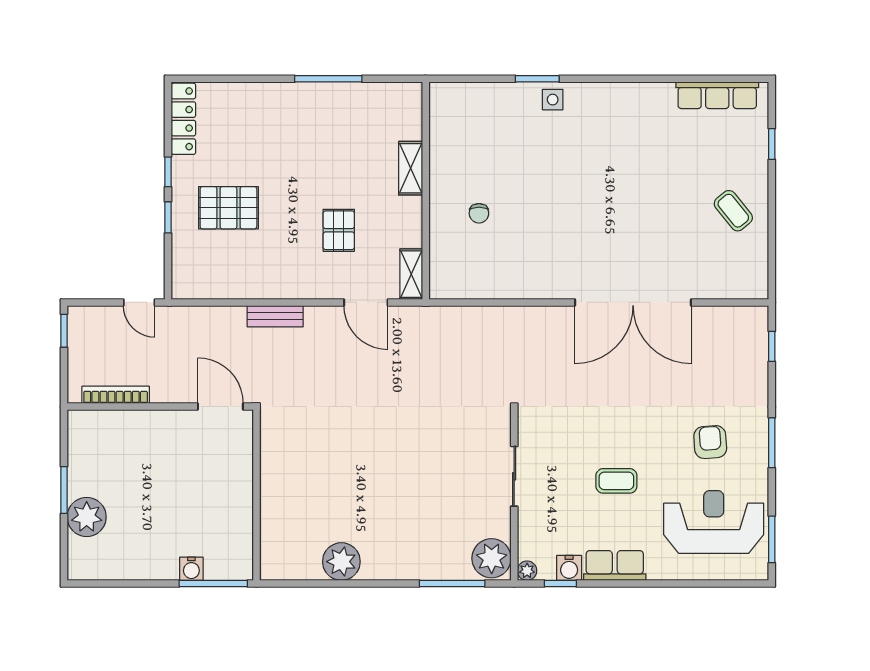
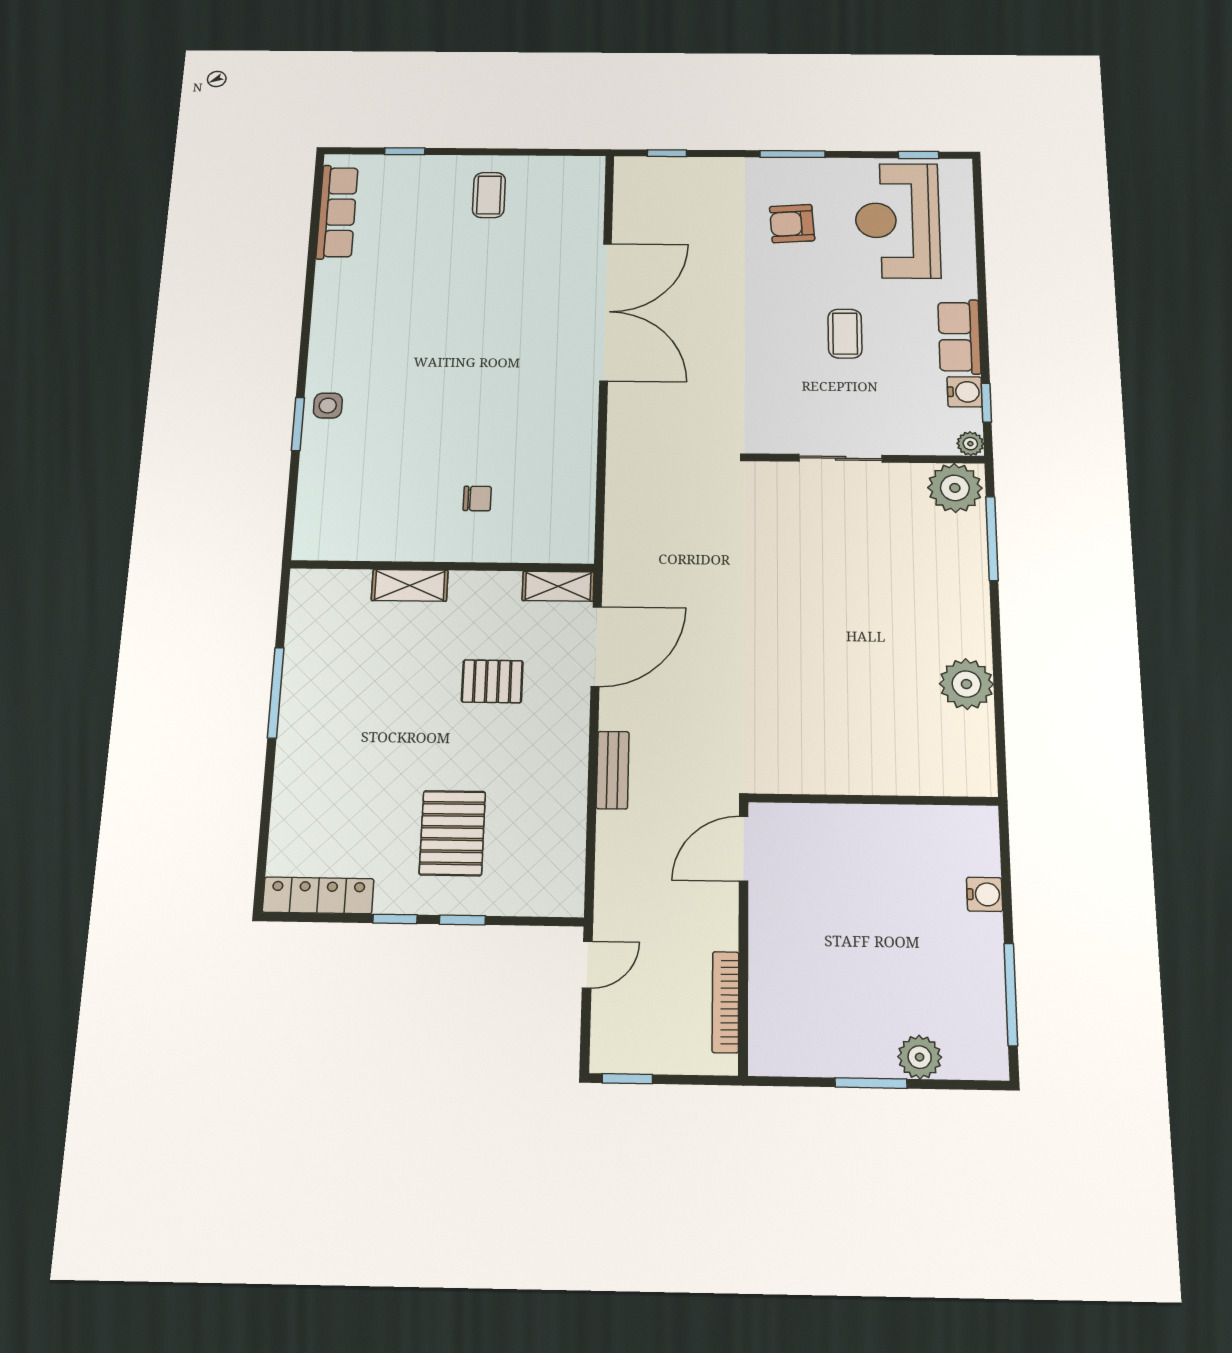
coffee table: (733, 211) -> (489, 195), turned -51
door: (366, 302) -> (596, 646), width x1.36
plant: (87, 517) -> (920, 1057), width x0.73, depth x0.73
window: (772, 539) -> (918, 155), width x0.67
window: (213, 583) -> (1011, 994), moved

